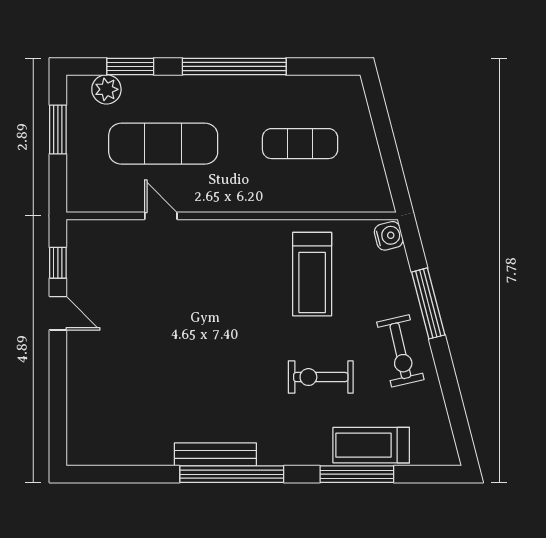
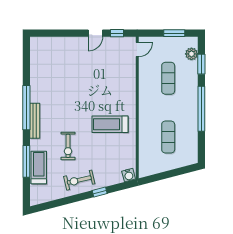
exercise mat: (163, 144) -> (168, 78), width x0.73, depth x0.69
door: (161, 216) -> (137, 50), moved
treadmill: (312, 274) -> (110, 124), moved
window: (428, 303) -> (100, 192), width x0.46
exercise bike: (321, 377) -> (68, 146), turned 180
bench: (215, 454) -> (35, 121), moved

